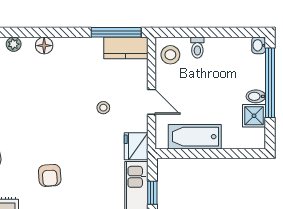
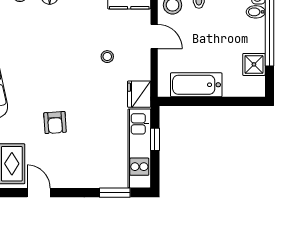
bidet: (256, 96) -> (256, 12), moved
door: (151, 102) -> (154, 36), moved

